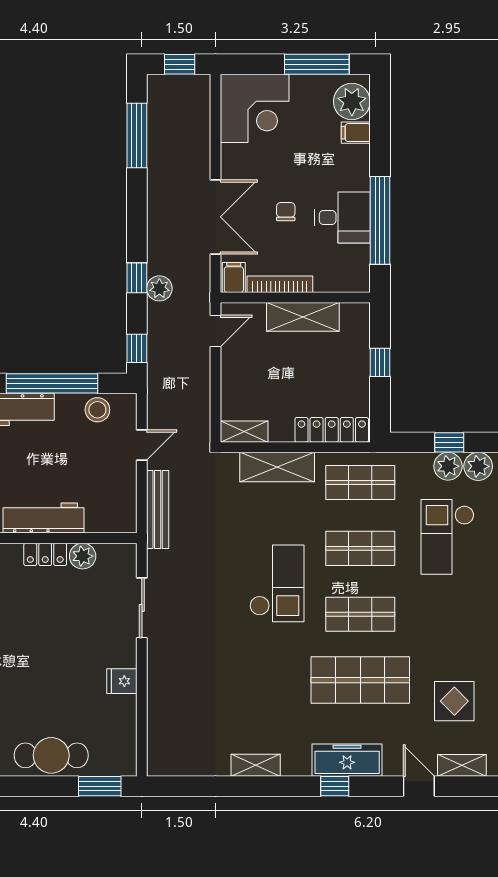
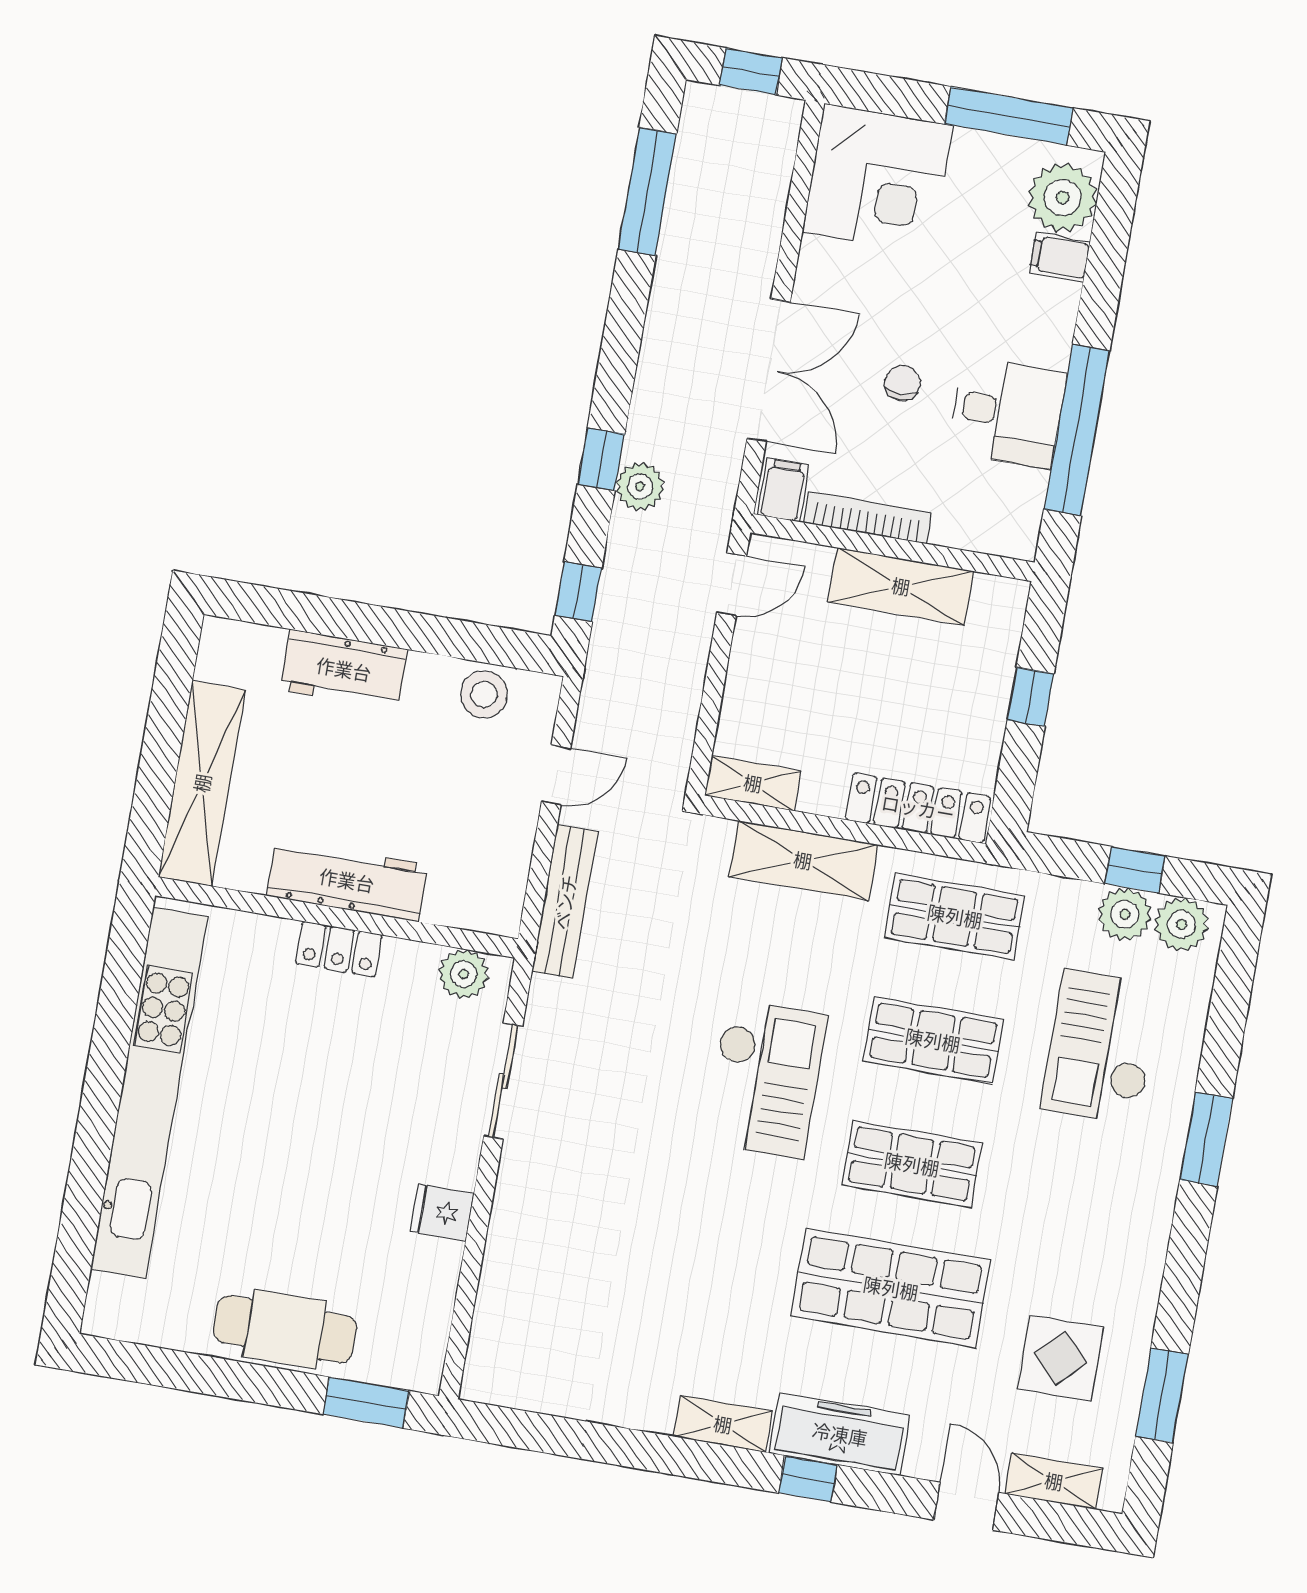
window: (52, 383) -> (407, 630), removed
plant: (83, 556) -> (464, 974), moved
shelving: (256, 765) -> (723, 1424), moved

